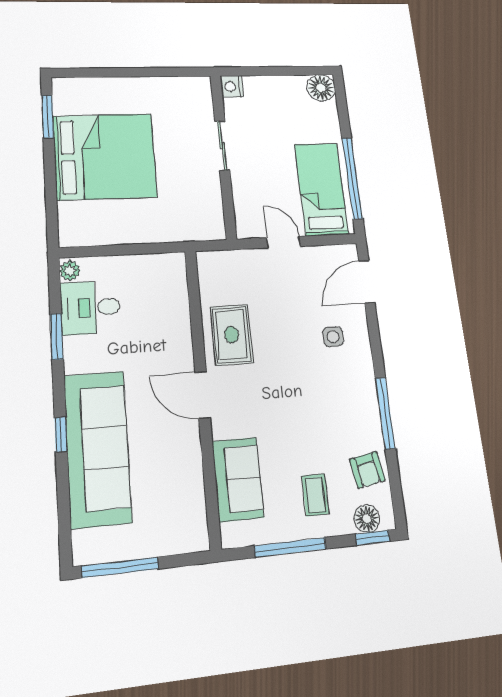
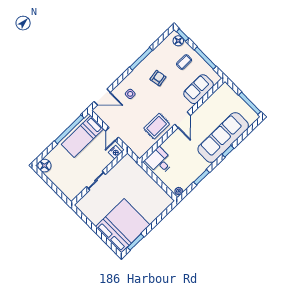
nightstand: (232, 86) -> (115, 152), moved
bed: (105, 156) -> (123, 226), moved, turned 90
desk: (91, 308) -> (159, 161), moved, turned 180
armchair: (367, 470) -> (158, 78), moved

